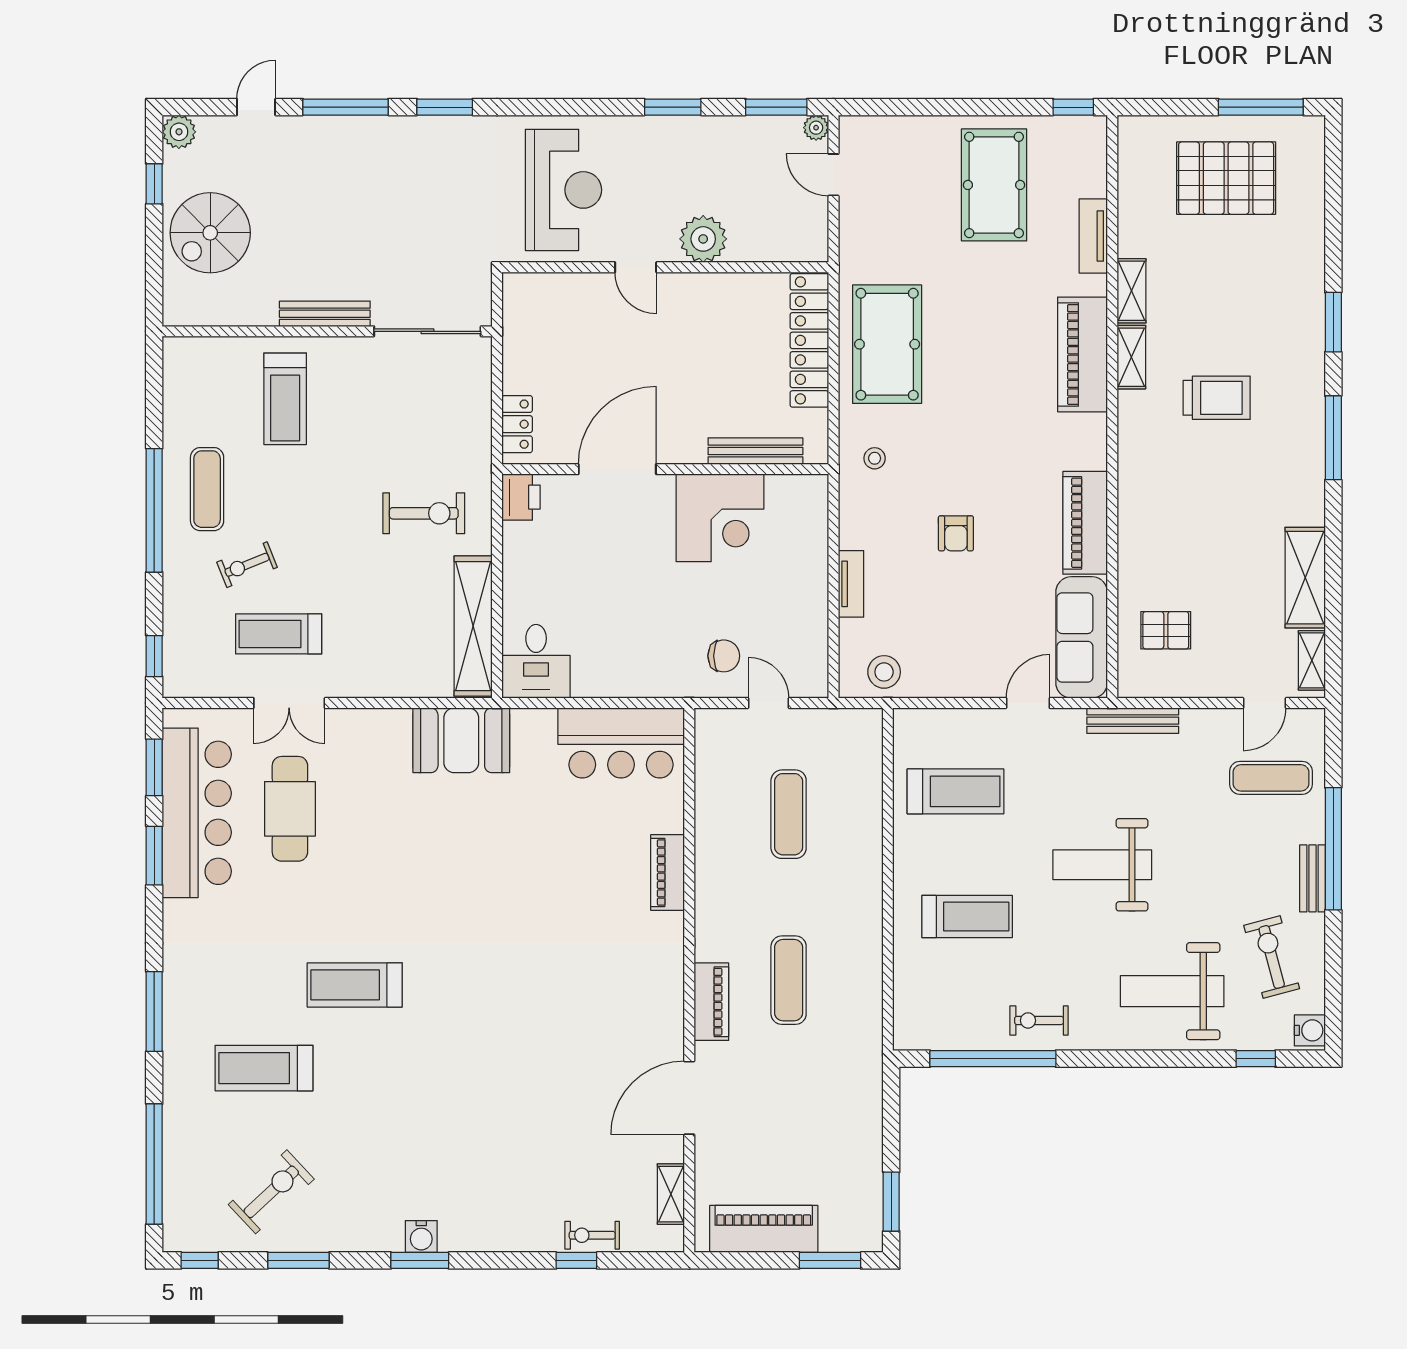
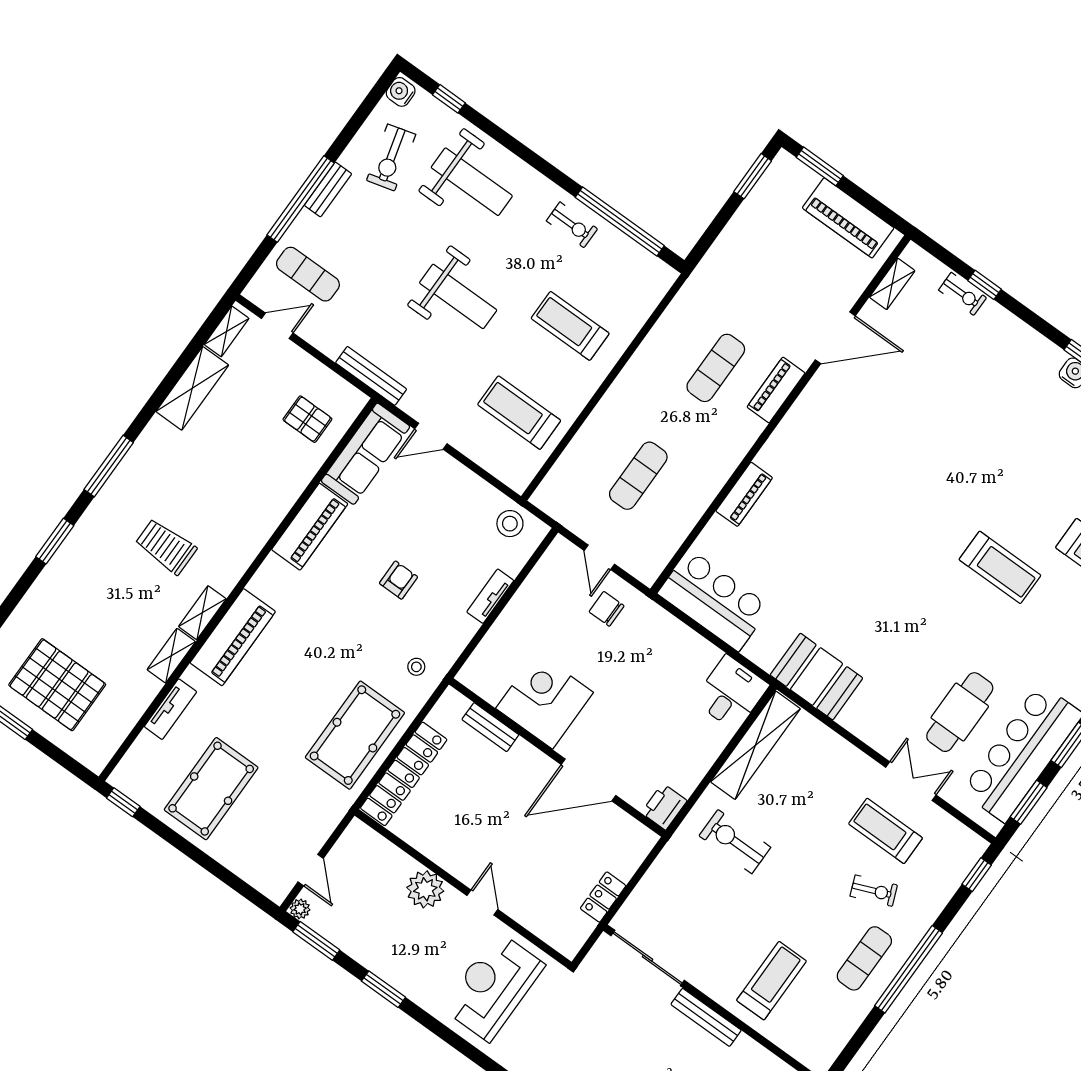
locker: (517, 424) -> (603, 897), moved
bench: (755, 451) -> (490, 727), width x0.73
treadmill: (279, 634) -> (885, 831), turned 180

